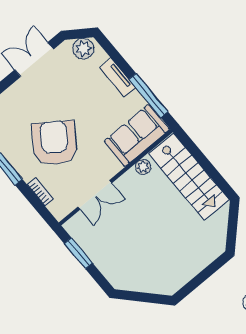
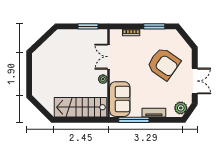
armchair: (54, 143) -> (164, 64), moved
plant: (143, 167) -> (103, 79), moved

